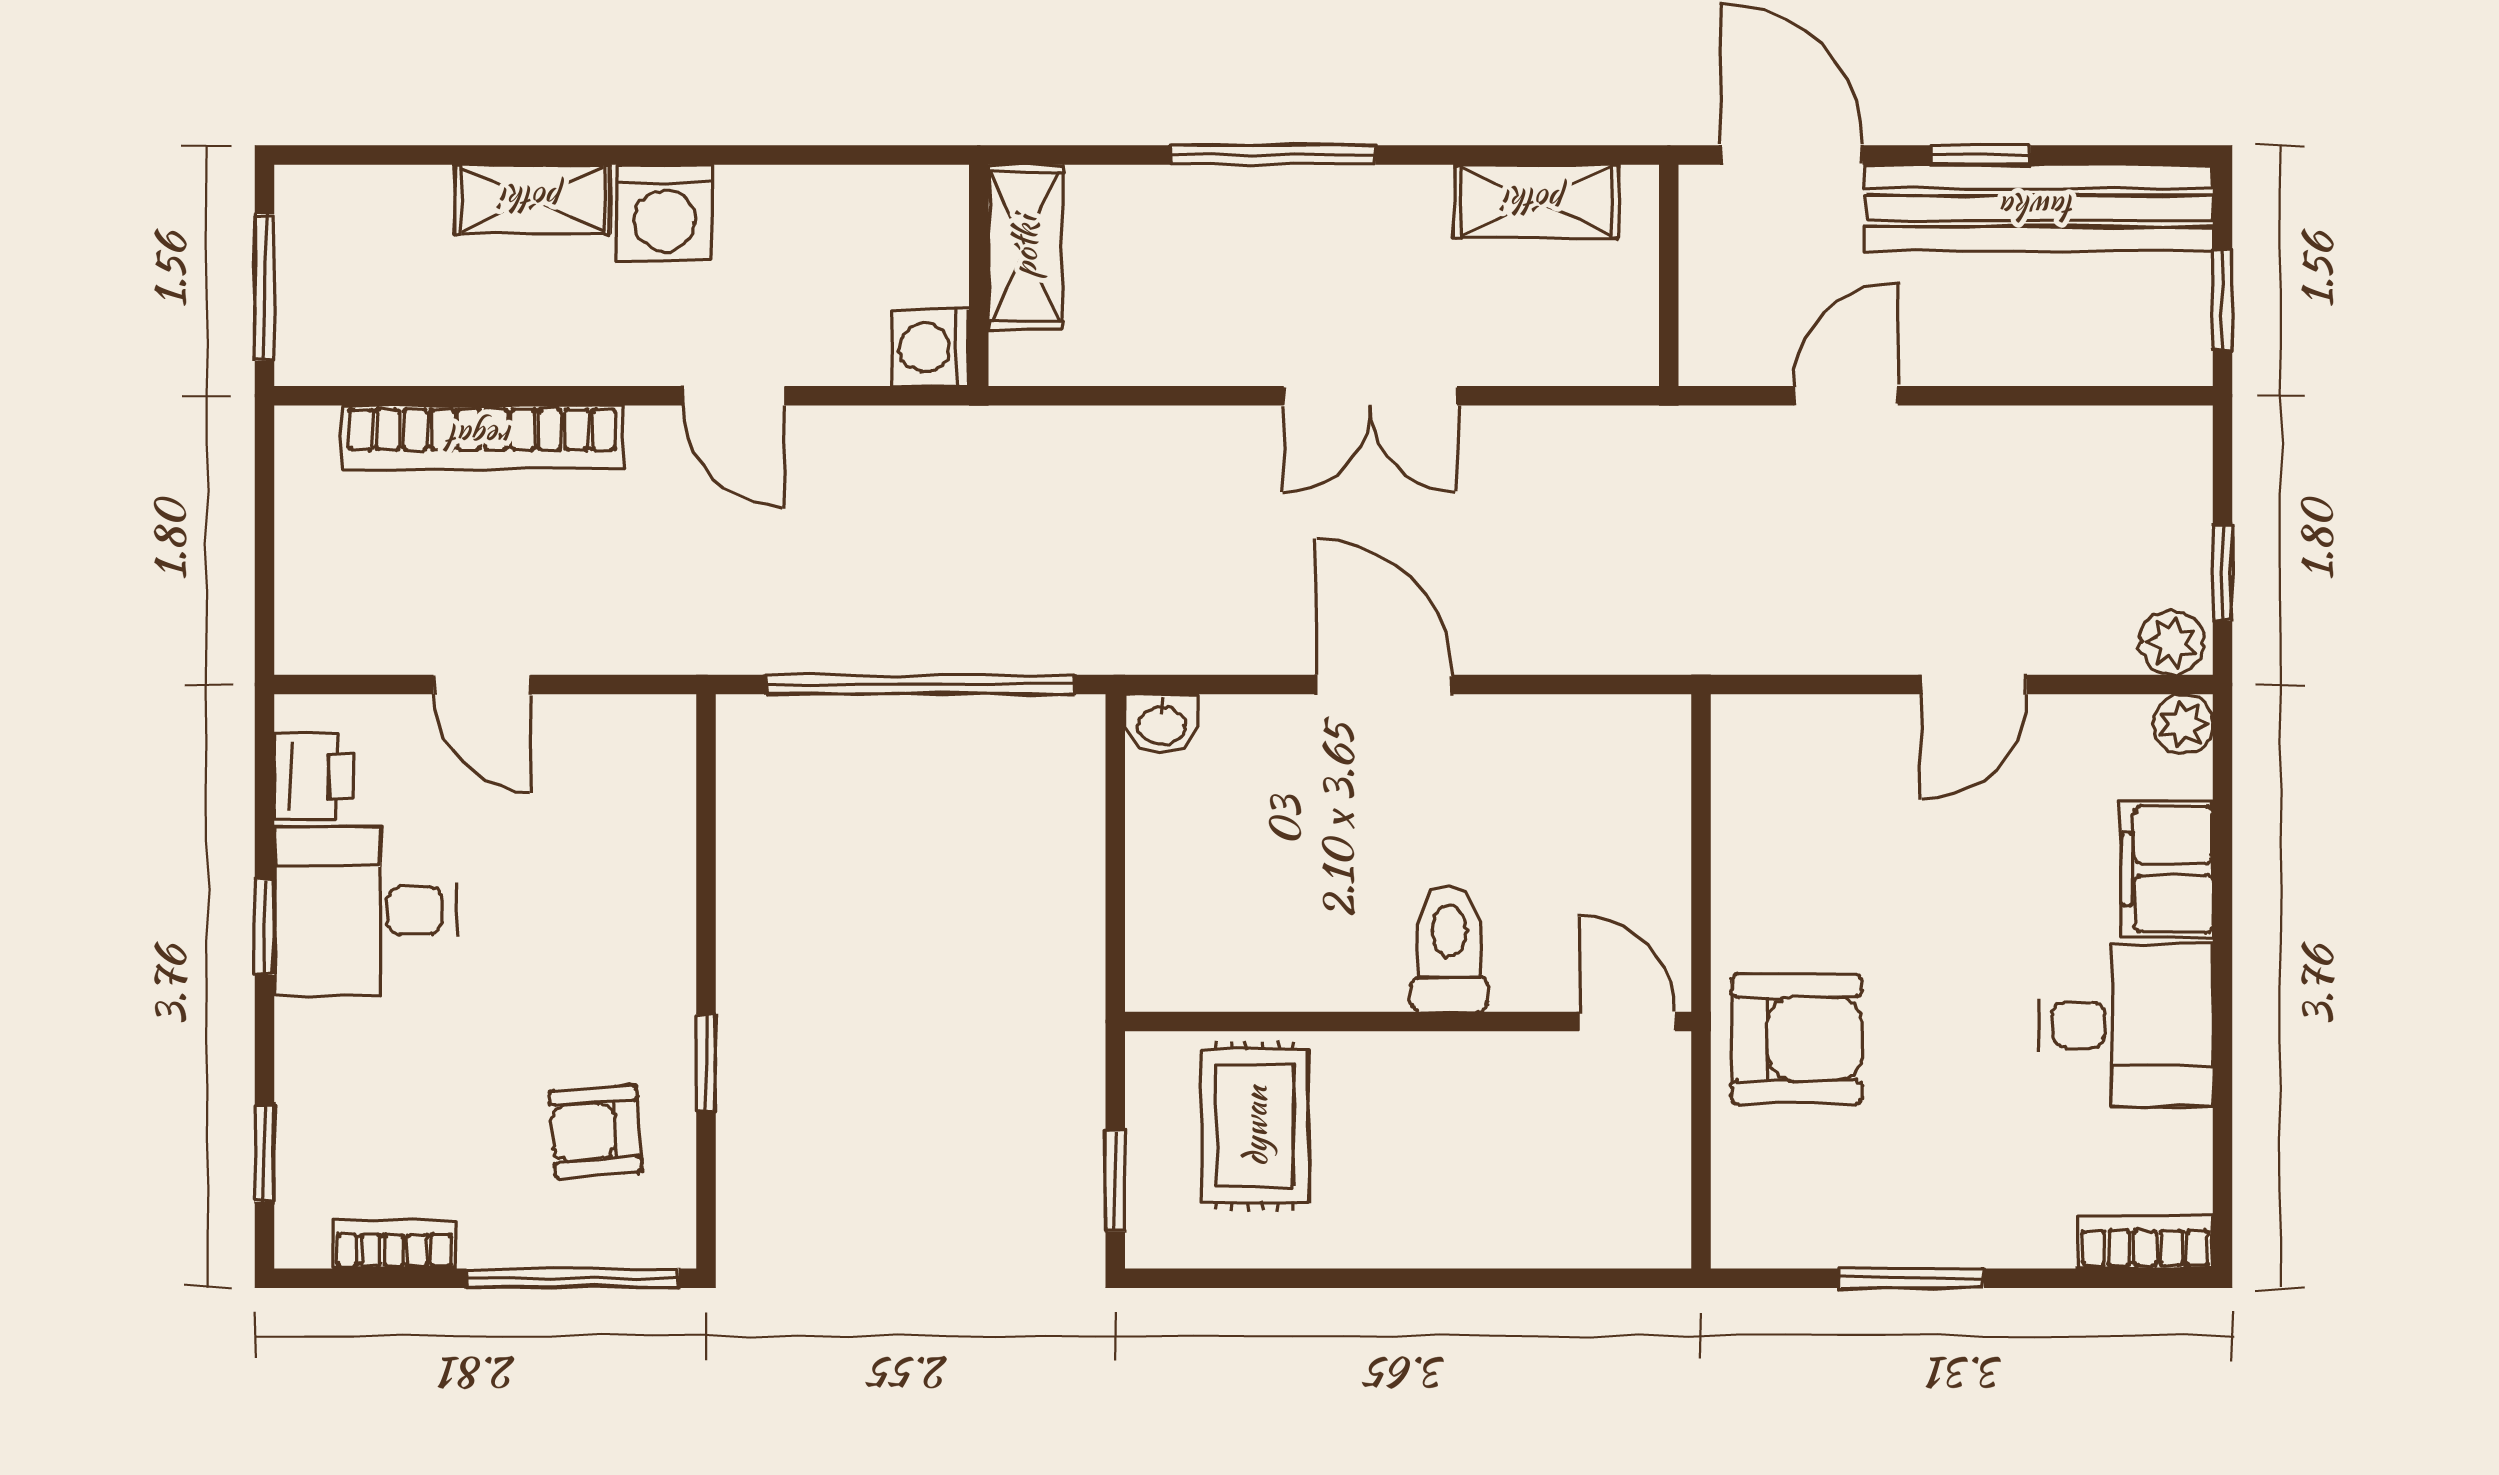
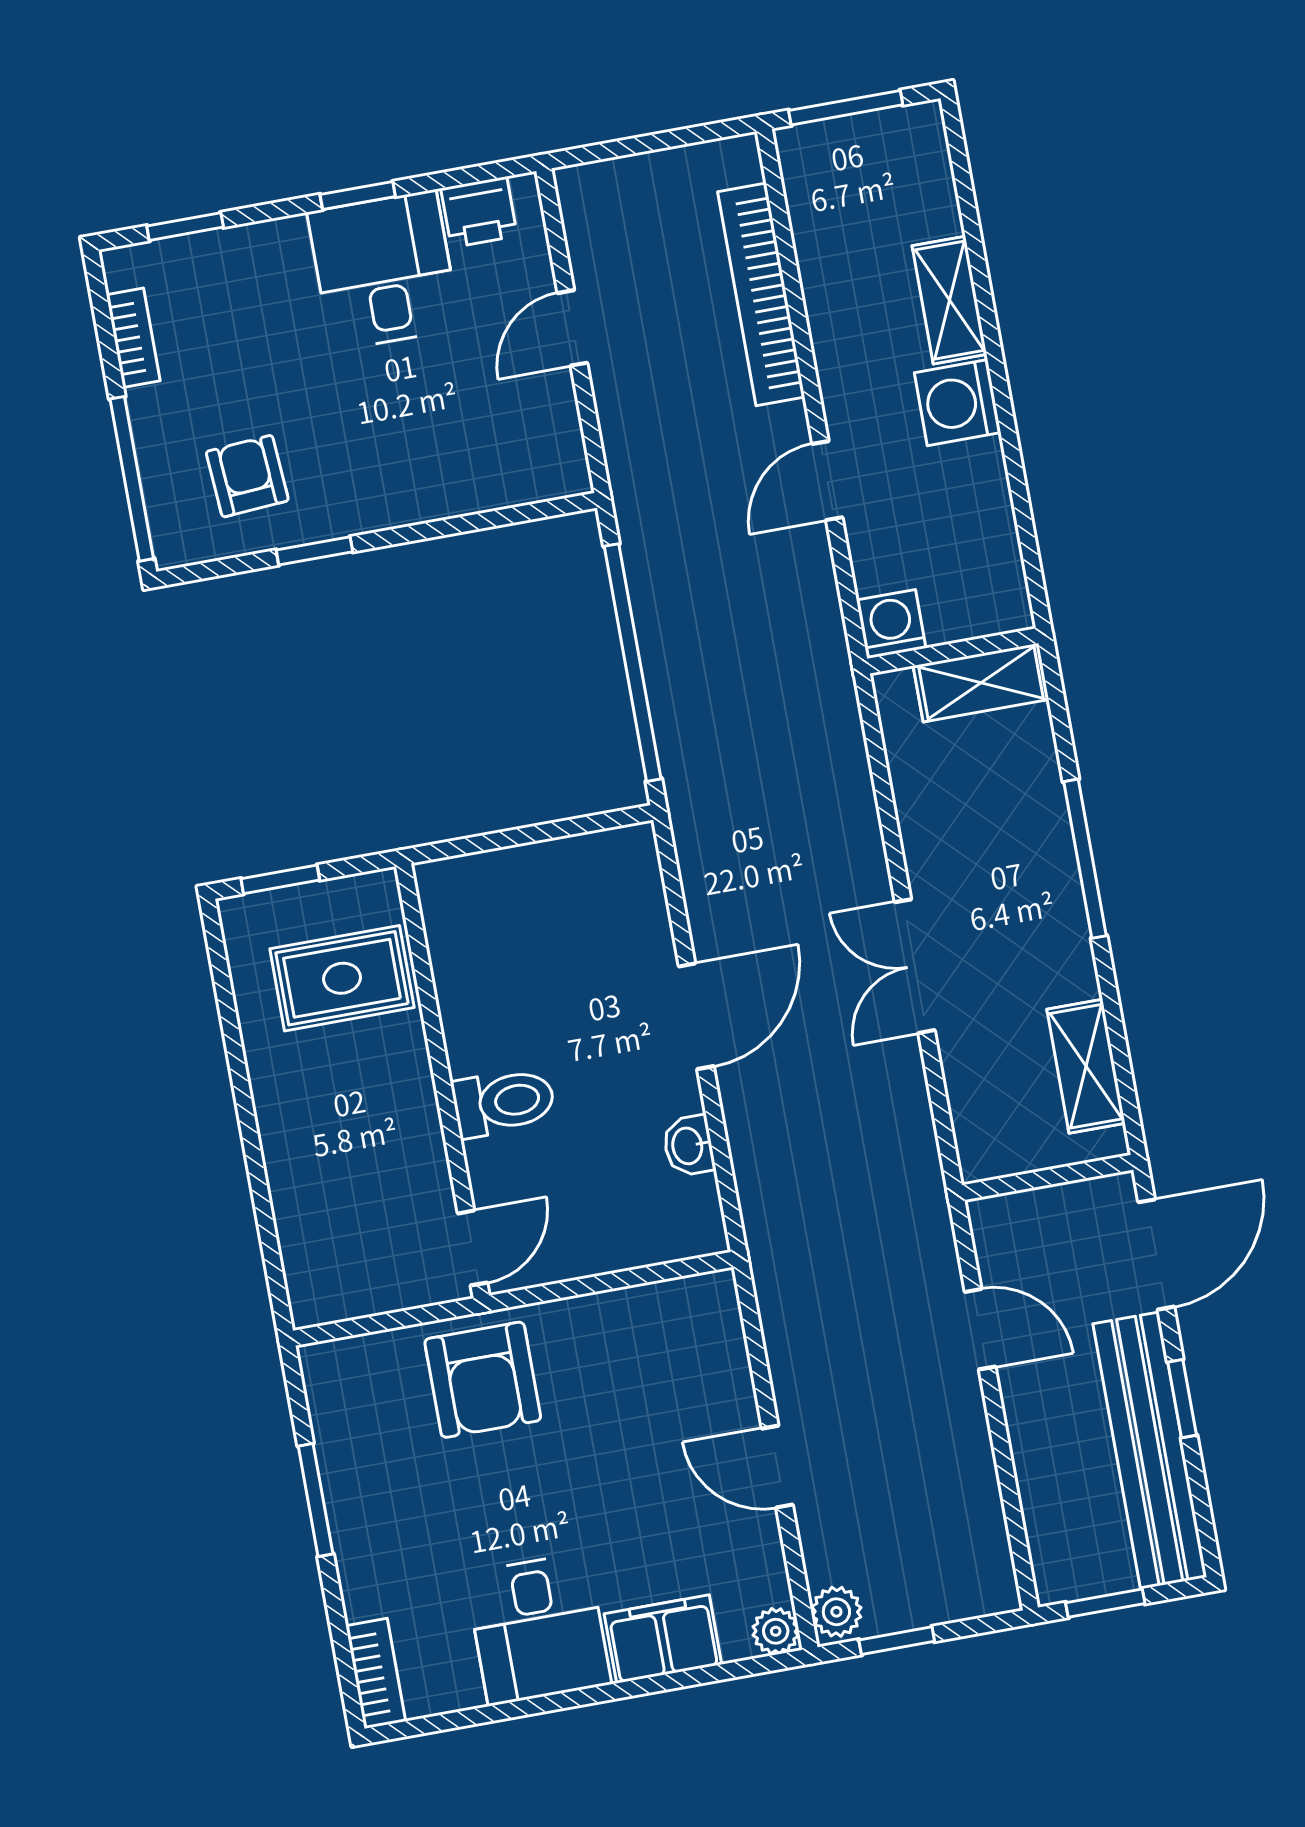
washbasin: (1161, 724) -> (689, 1146), moved

